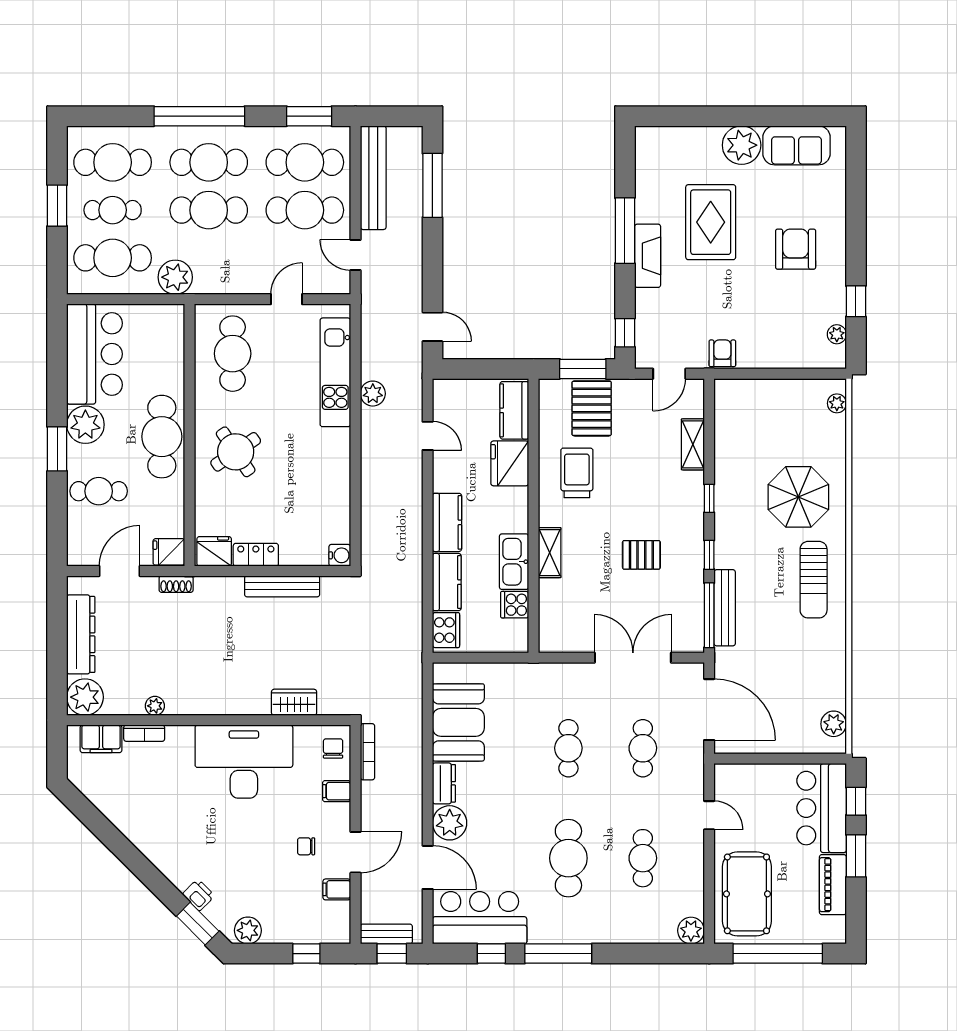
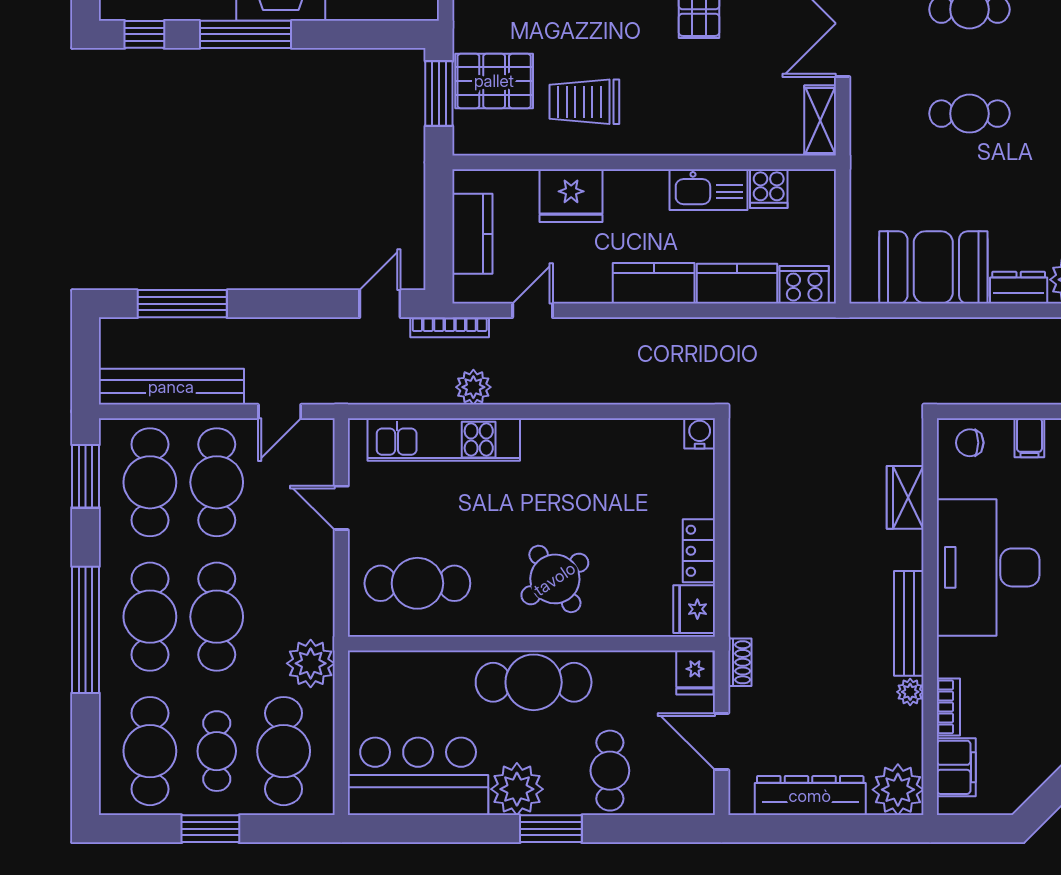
window: (625, 333) -> (144, 34), moved
kitchen counter: (514, 410) -> (472, 234), moved, turned -90
shelving: (550, 553) -> (820, 120), moved, turned 90
bench: (282, 586) -> (909, 623), moved
bookcase: (367, 752) -> (450, 327), moved, turned 180

